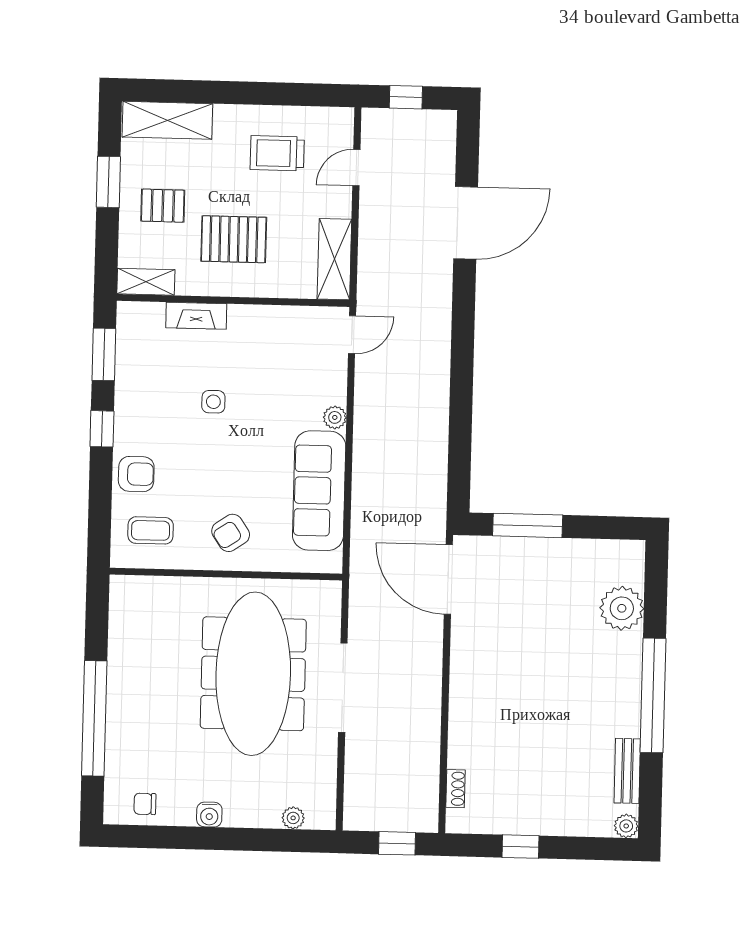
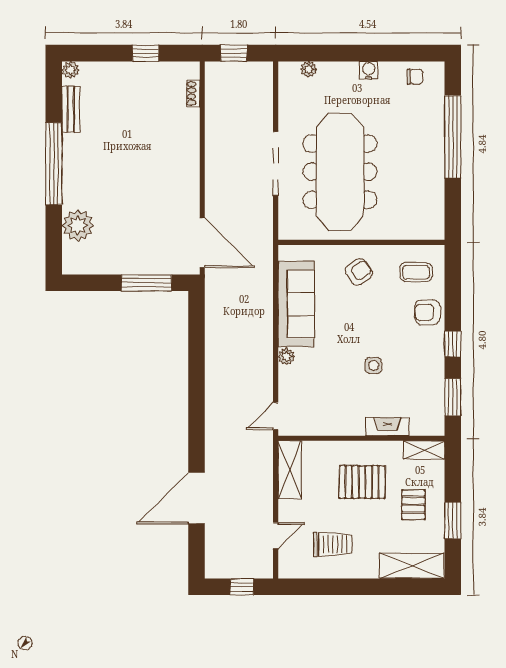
pallet: (163, 206) -> (413, 505), turned 90

